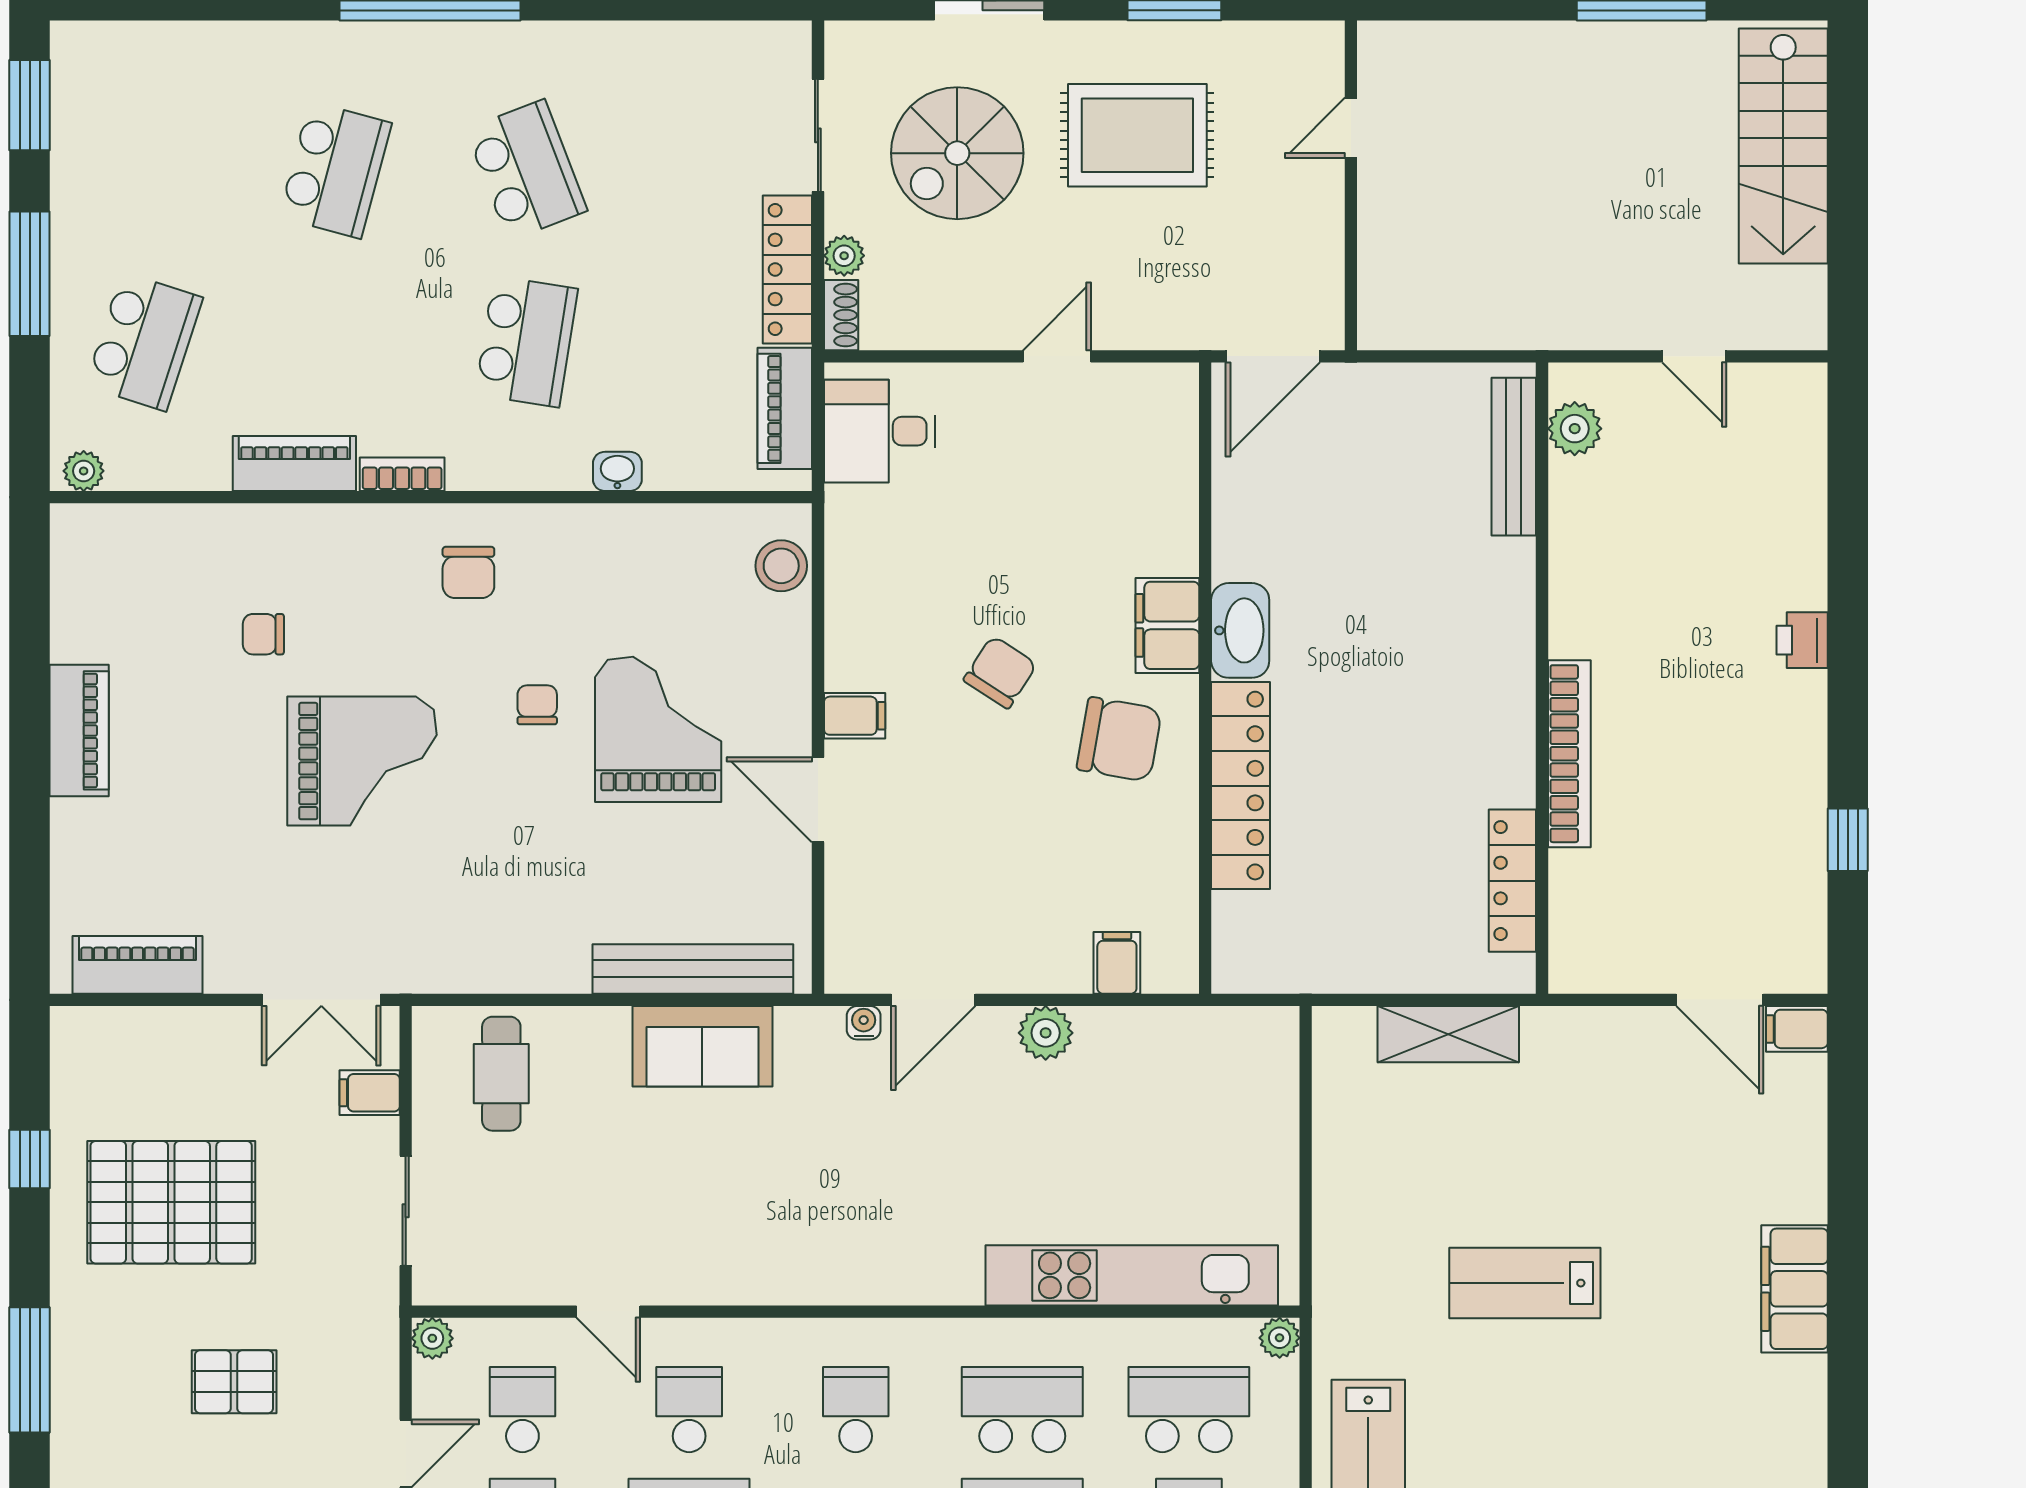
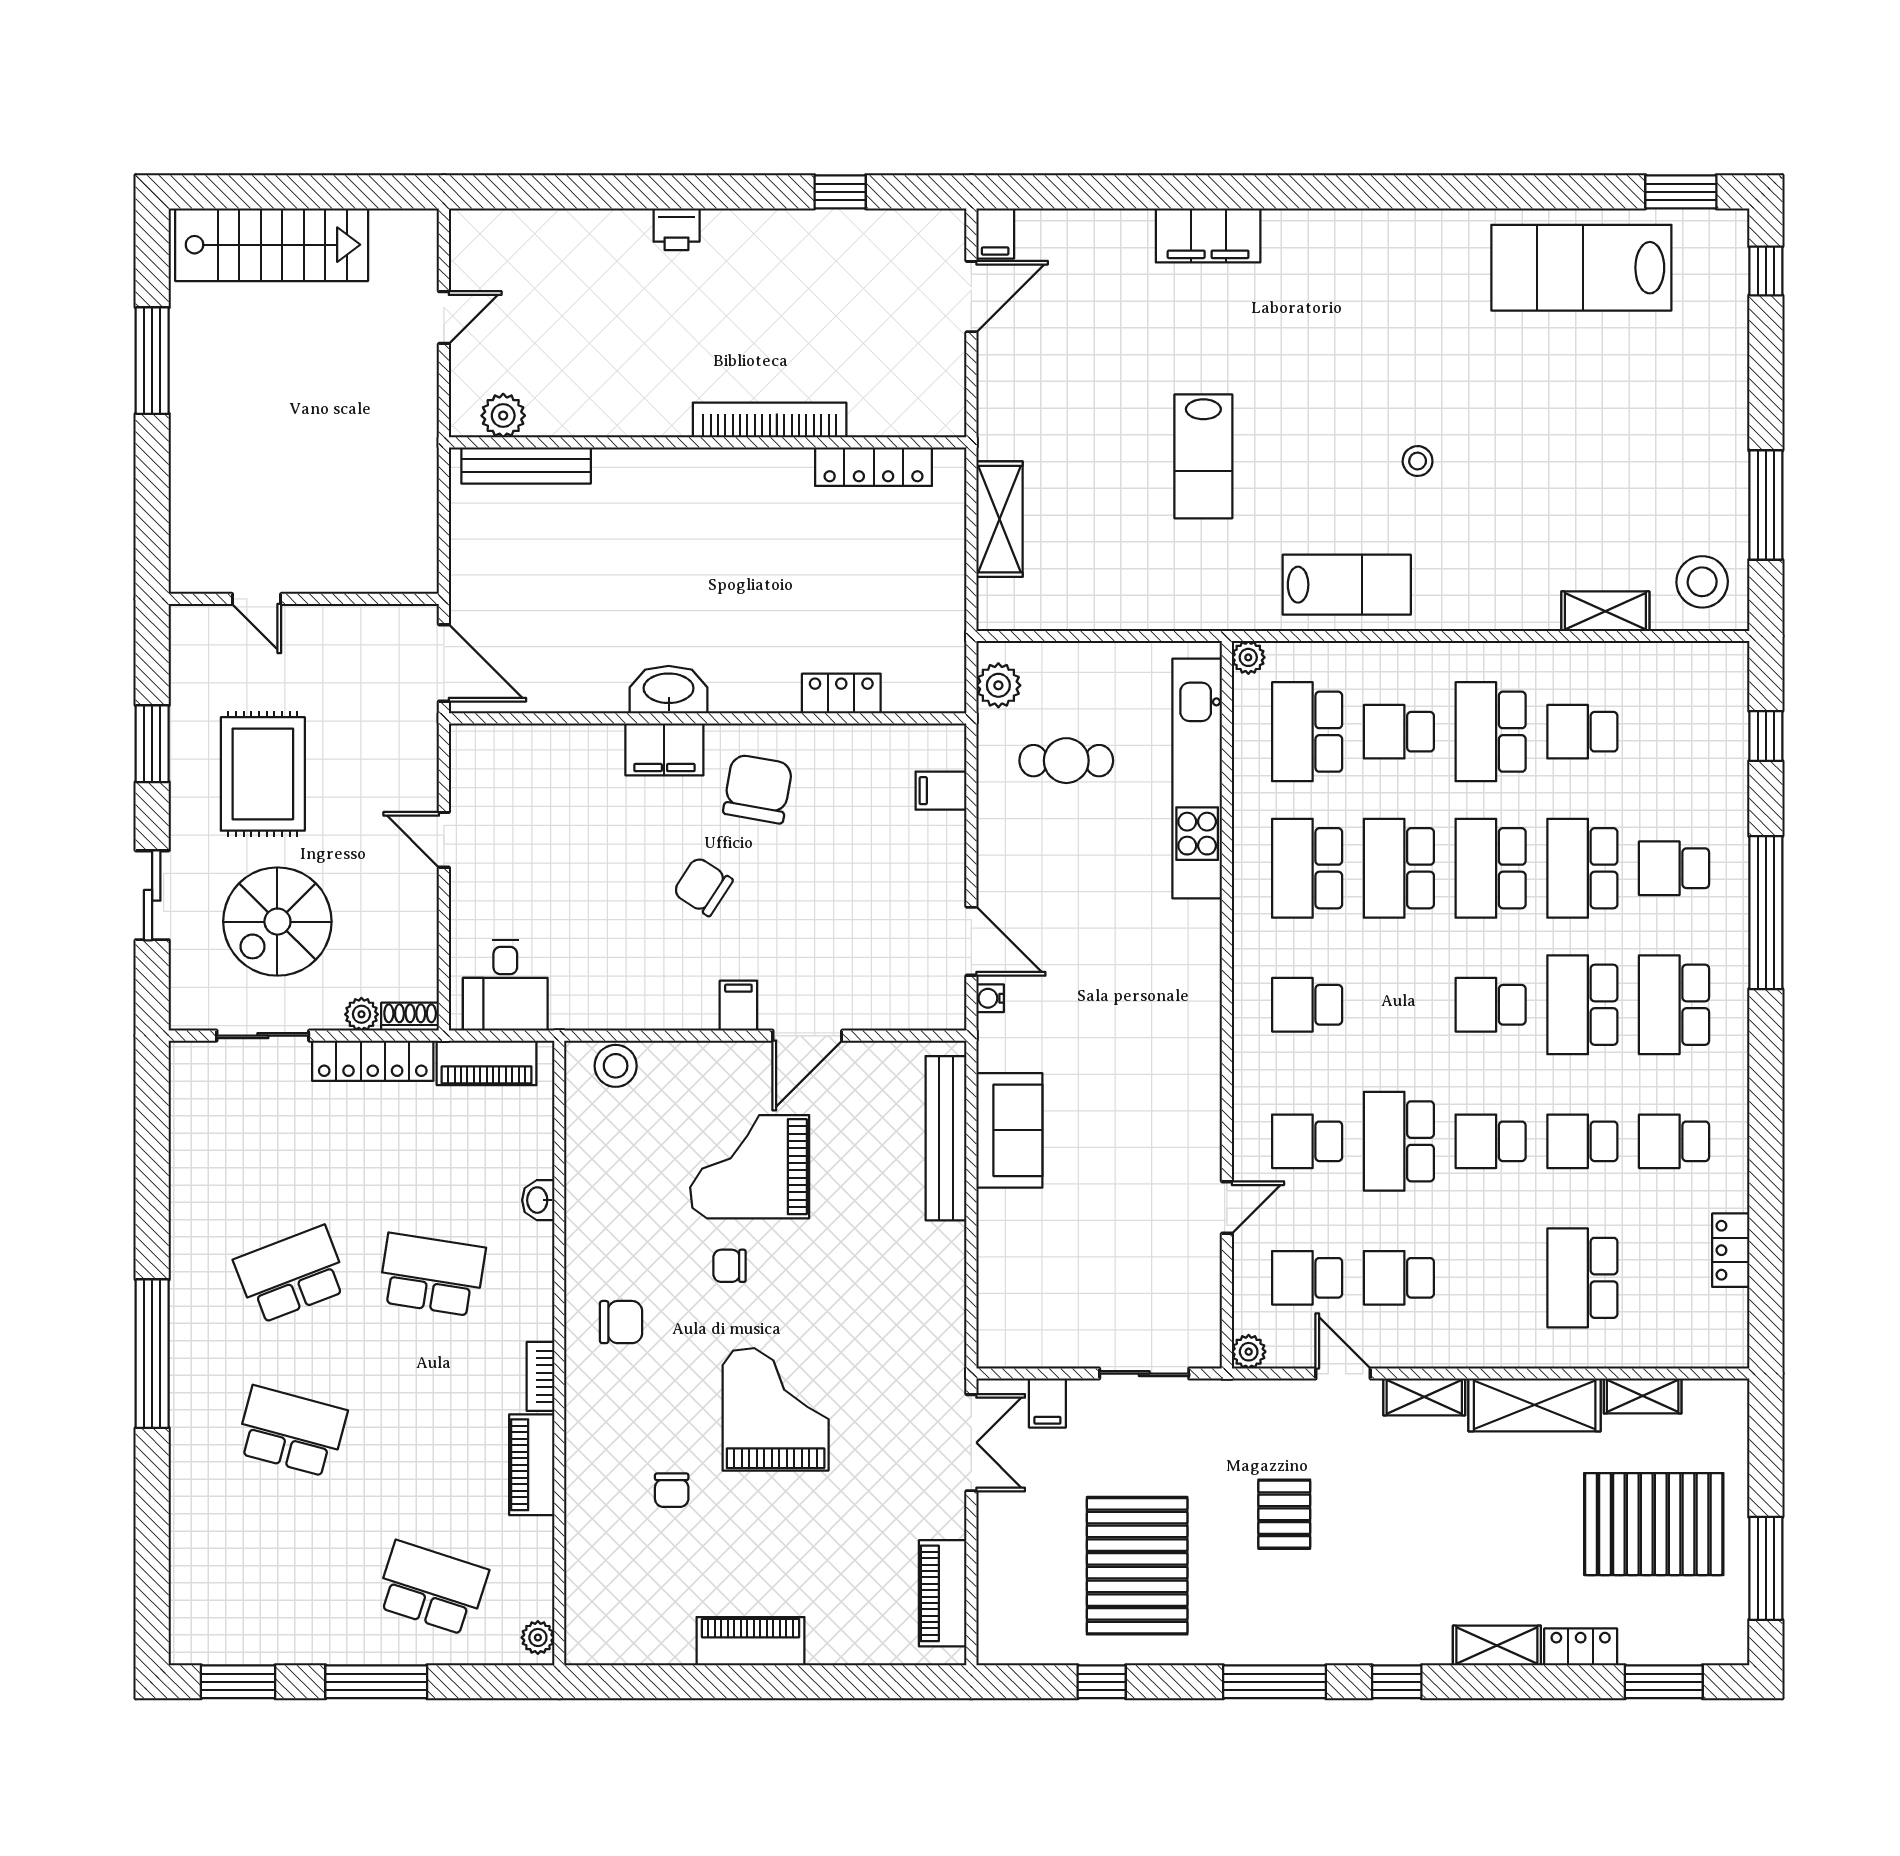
spiral stairs: (957, 153) -> (277, 922), turned 90
locker: (1240, 786) -> (841, 694), width x0.46, depth x0.83
plant: (1046, 1033) -> (998, 685), moved
cafe table: (501, 1074) -> (1066, 761), moved

